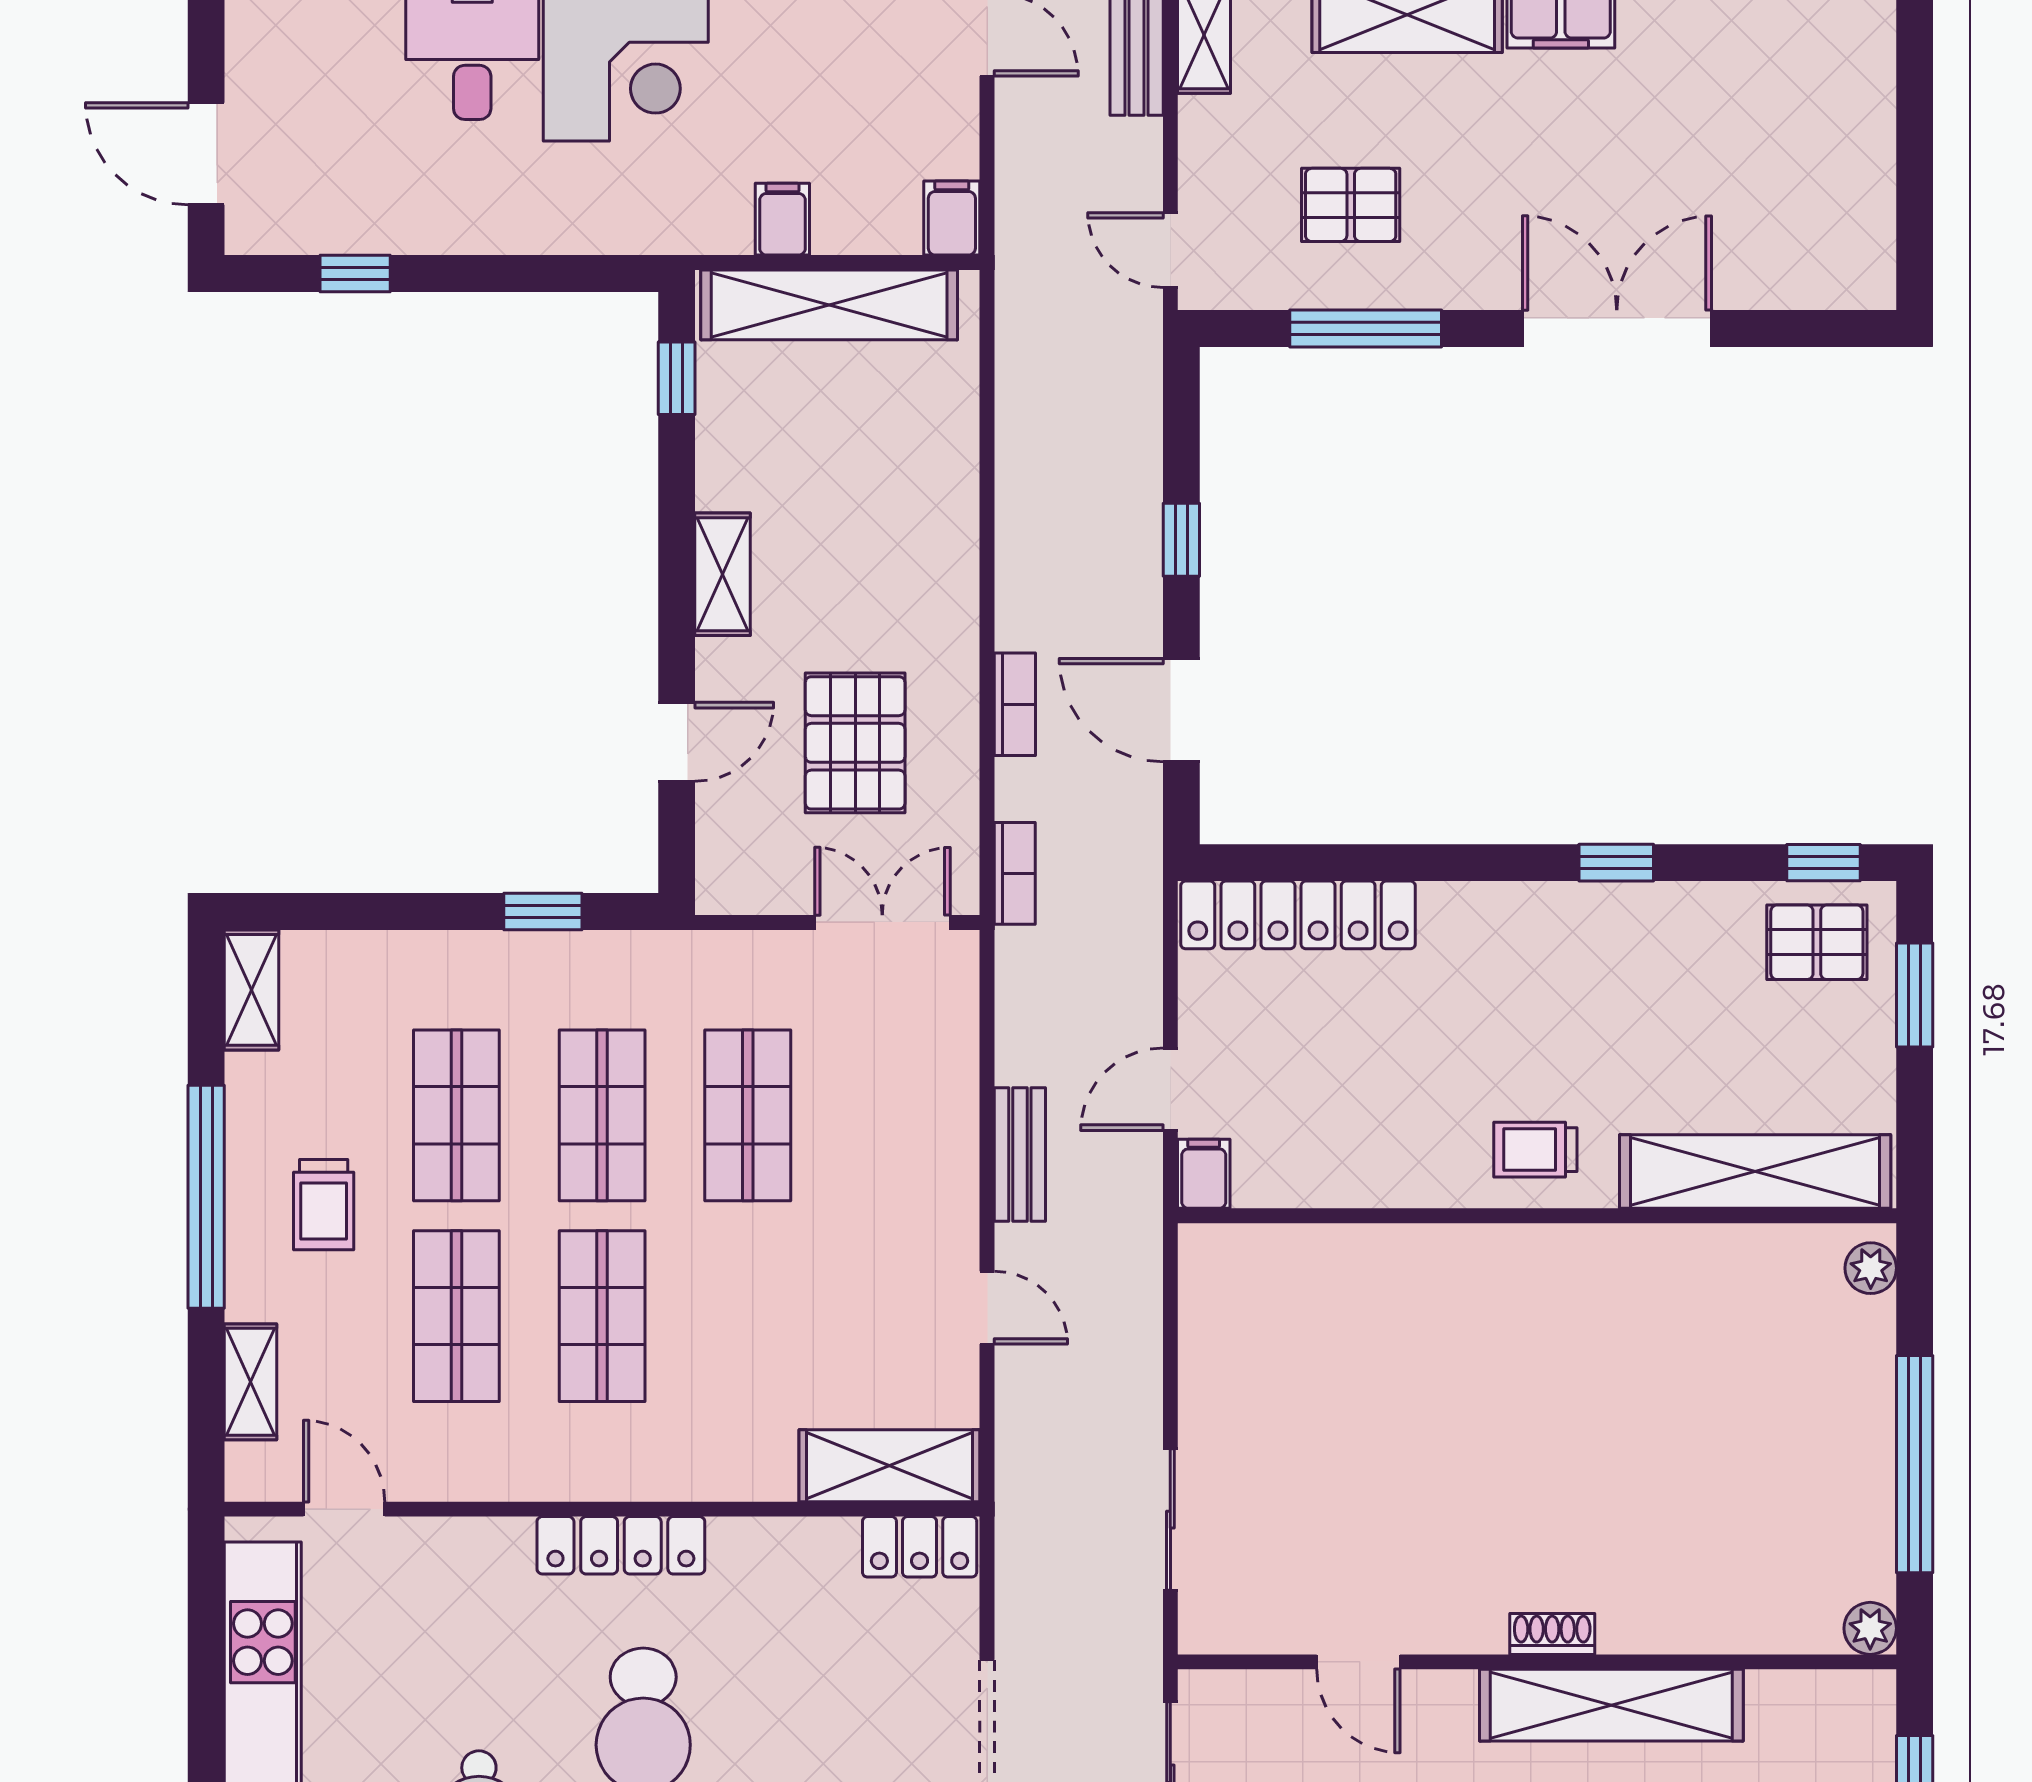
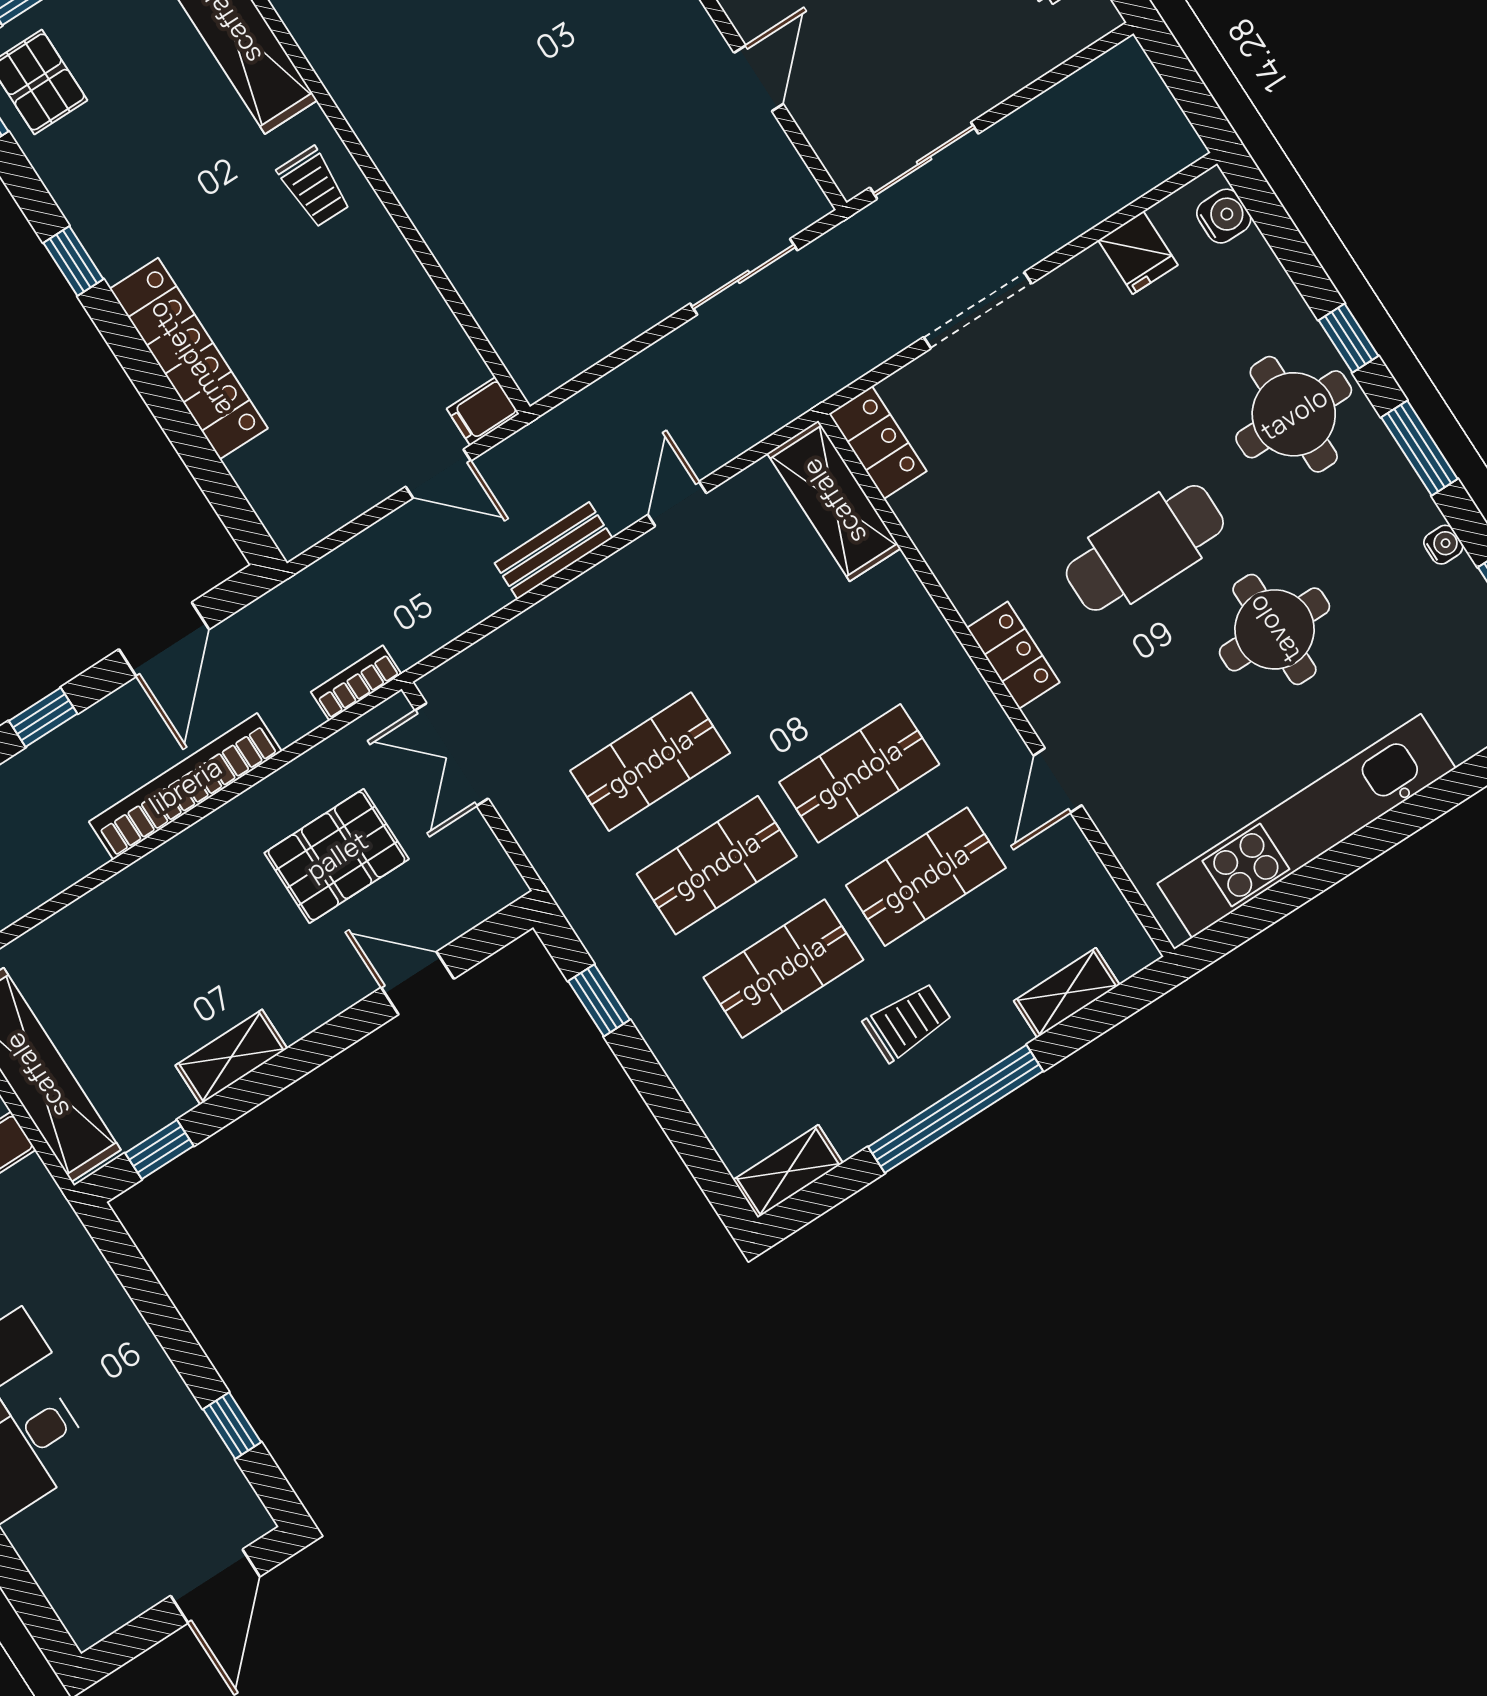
shelving: (723, 574) -> (231, 1057), moved
bookcase: (1015, 704) -> (185, 786), width x2.31, depth x1.31
locker: (1298, 915) -> (189, 359), moved
door: (344, 1509) -> (1058, 780), moved
locker: (621, 1545) -> (1013, 655), width x0.66

